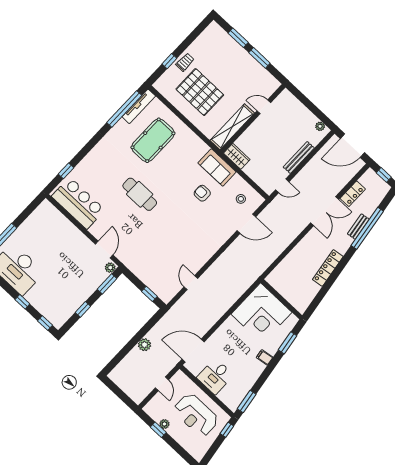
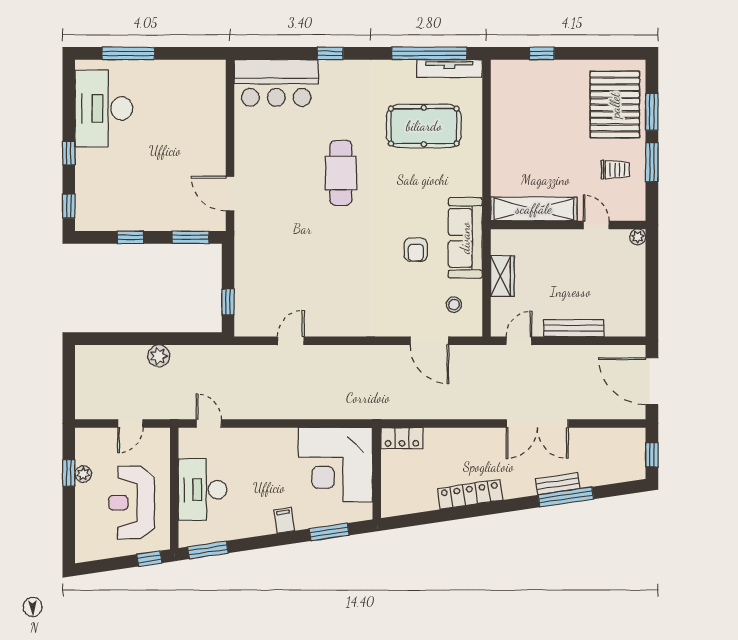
trolley: (185, 62) -> (615, 170), moved
pallet: (200, 92) -> (615, 105), moved
plant: (320, 126) -> (638, 237), moved
wardrobe: (237, 156) -> (502, 276), moved
sofa: (217, 167) -> (465, 238), width x1.36
window: (66, 171) -> (330, 53), moved
door: (282, 186) -> (519, 341), swing flipped
armchair: (202, 193) -> (416, 250), turned 180
locker: (353, 194) -> (402, 438), moved
bar counter: (78, 203) -> (276, 83), moved, turned 90
window: (367, 228) -> (566, 497), width x0.68
door: (104, 250) -> (230, 194), swing flipped
plant: (110, 268) -> (215, 222), removed
door: (193, 351) -> (209, 423), width x0.53
desk: (215, 376) -> (203, 490), width x1.37

